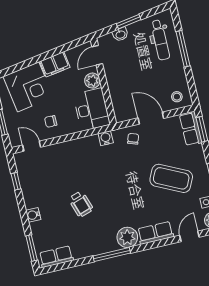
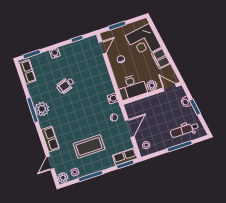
coffee table: (171, 178) -> (89, 146), turned 64
door: (189, 236) -> (50, 163), swing flipped
plant: (127, 237) -> (42, 109), moved

